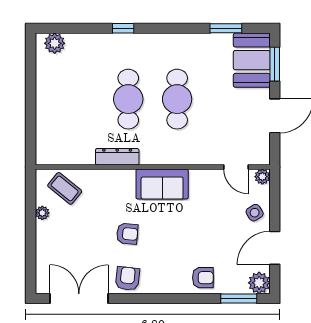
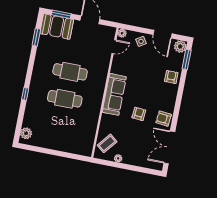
dresser: (117, 157) -> (95, 111), removed
sofa: (162, 184) -> (114, 94), width x1.36

